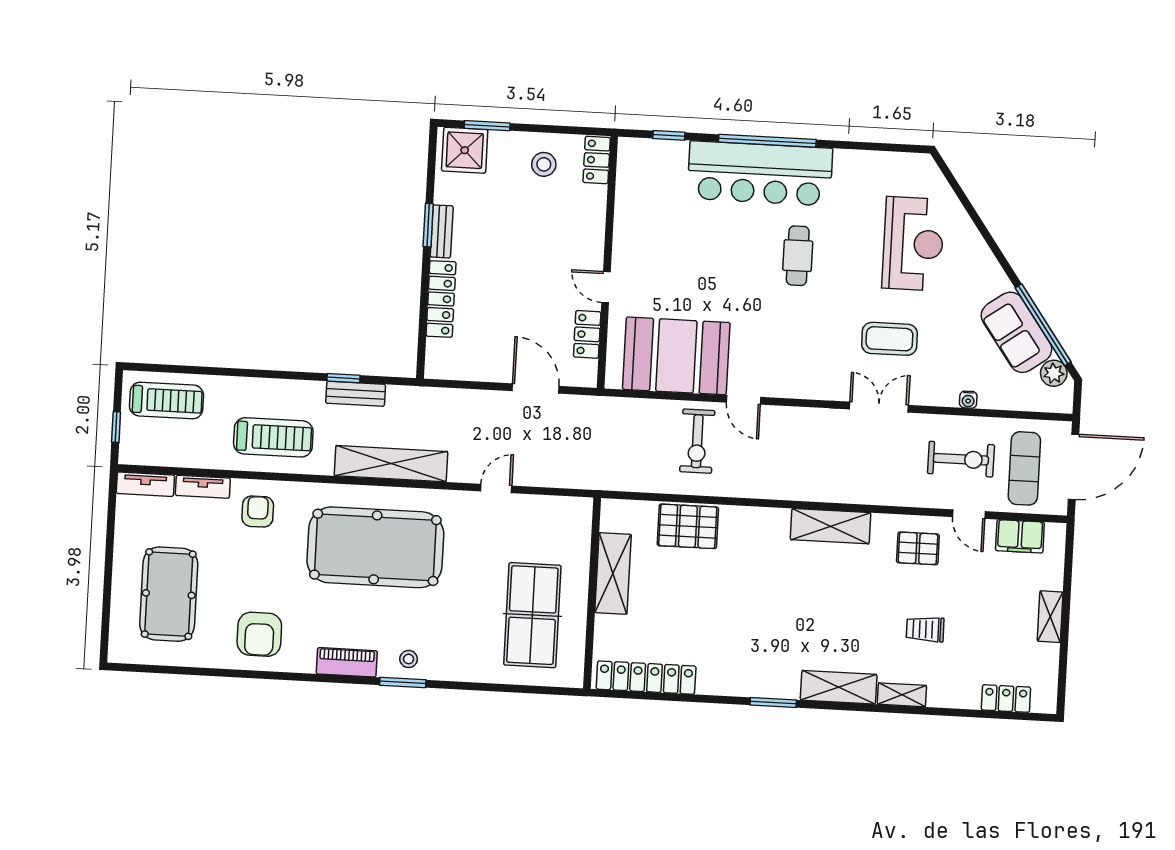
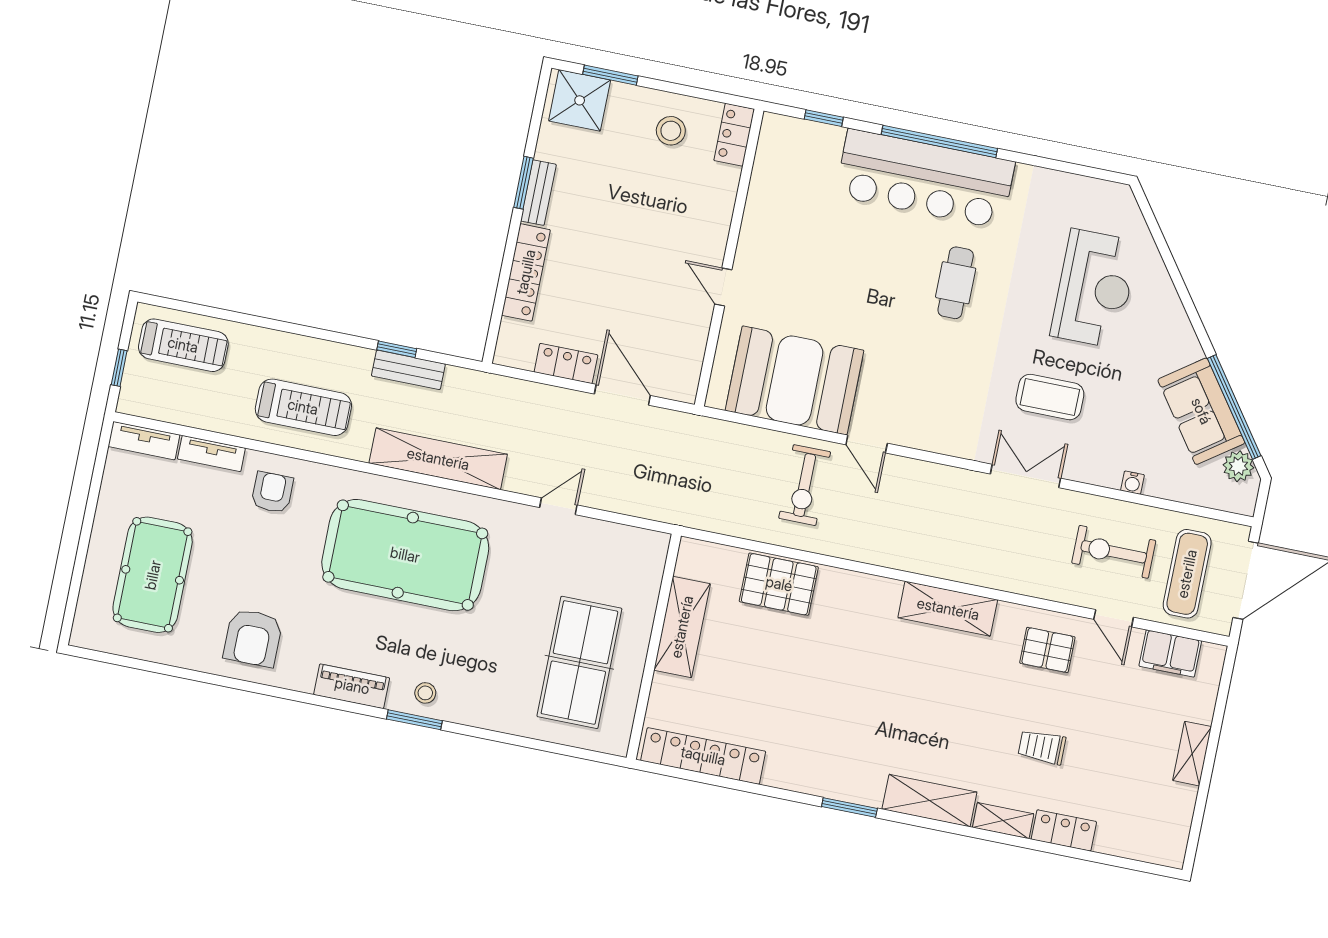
locker: (587, 334) -> (566, 363), moved, turned 90
exercise bike: (961, 459) -> (1114, 552), turned 180
locker: (1006, 699) -> (1064, 830), moved

